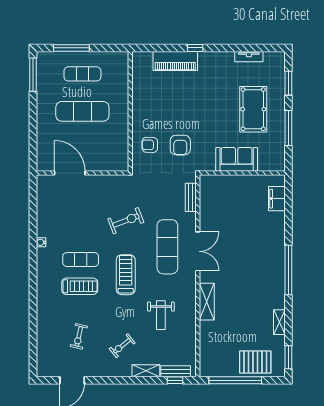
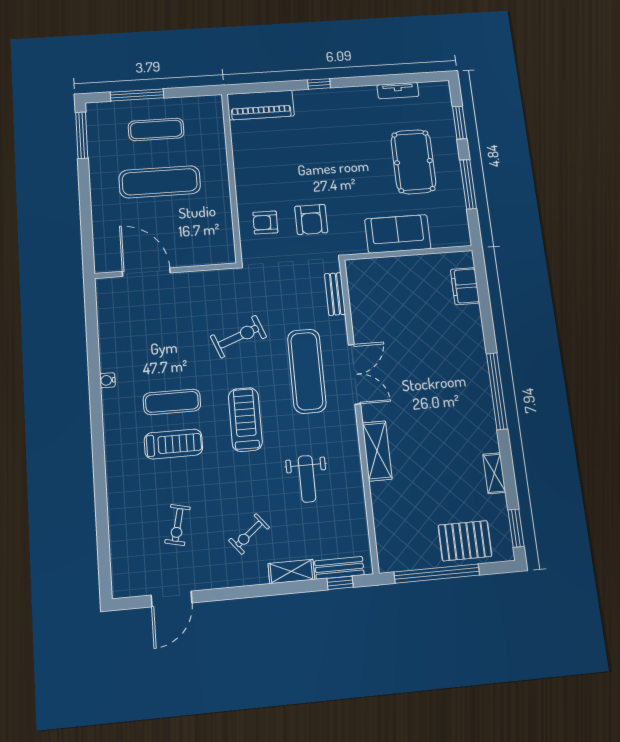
piano: (175, 61) -> (261, 105), moved

